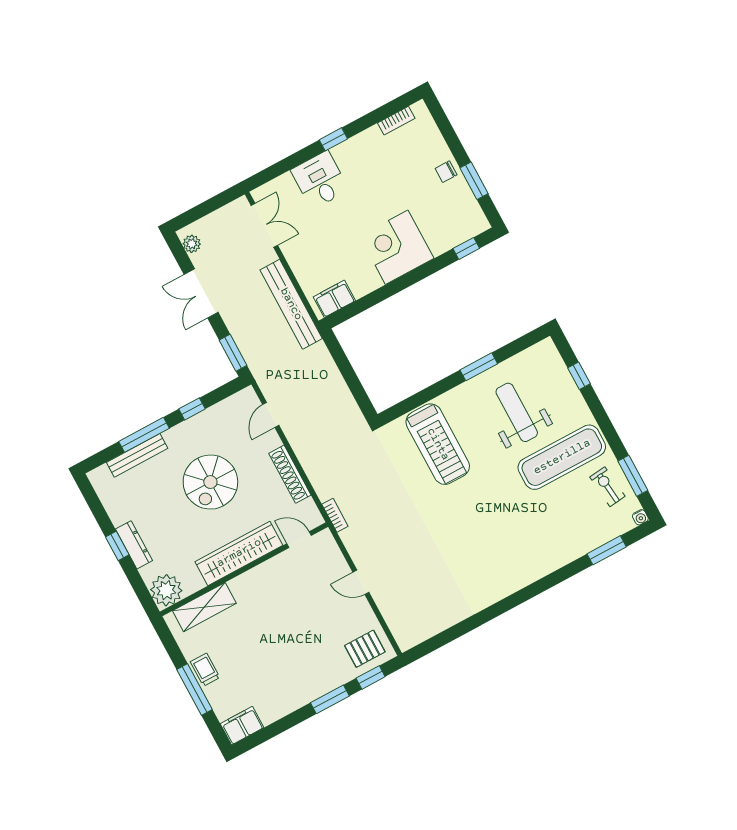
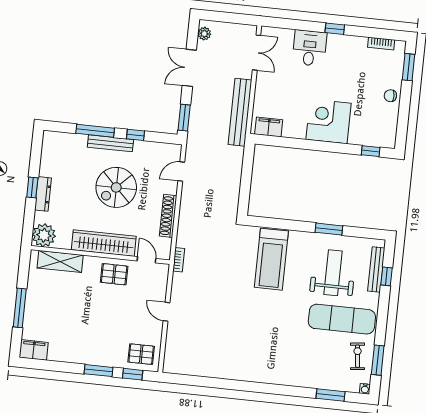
window: (474, 181) -> (409, 67), moved
bench: (562, 376) -> (376, 269), added
bench: (137, 455) -> (110, 143), moved
pallet: (274, 580) -> (114, 274), added
trolley: (205, 670) -> (34, 300), removed

